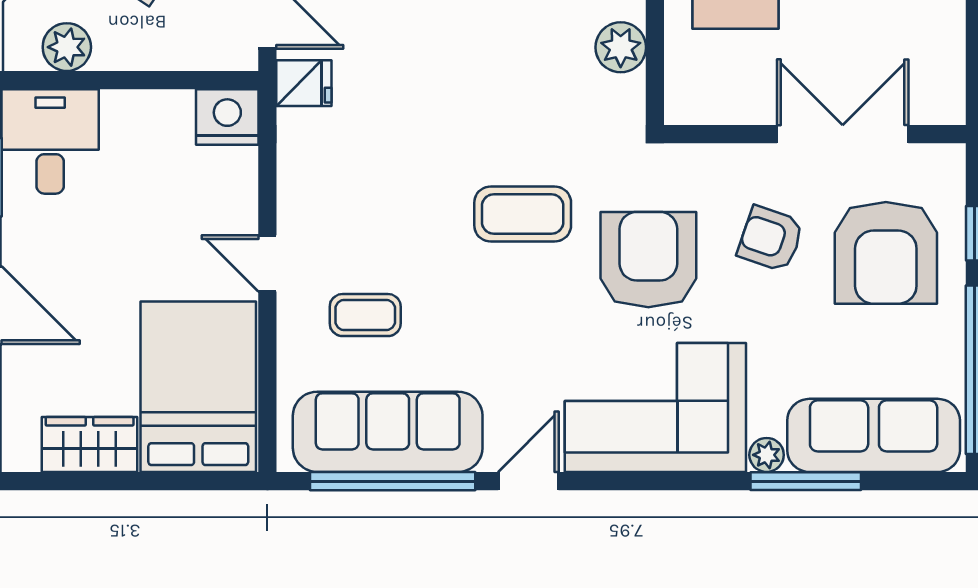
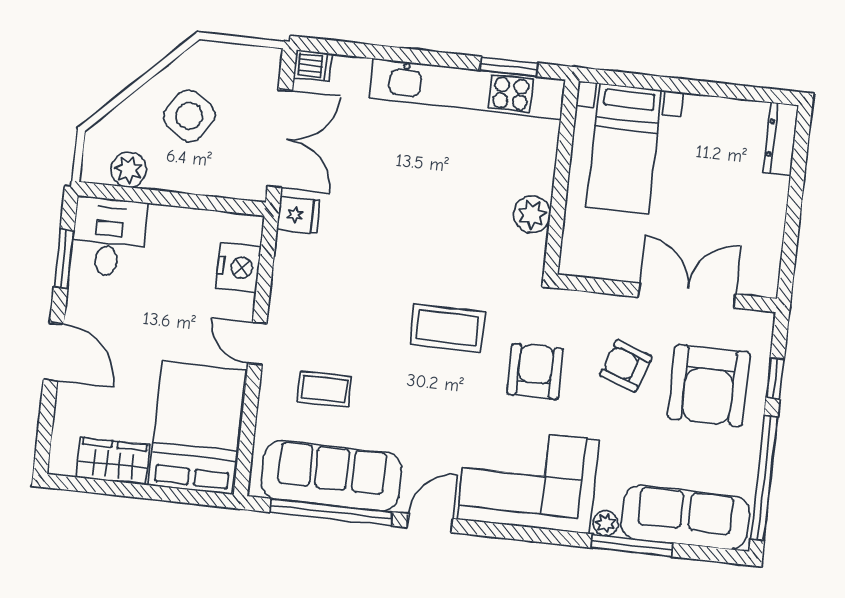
nightstand: (227, 117) -> (238, 267), moved, turned 90
armchair: (648, 260) -> (535, 371), width x0.73, depth x0.73

